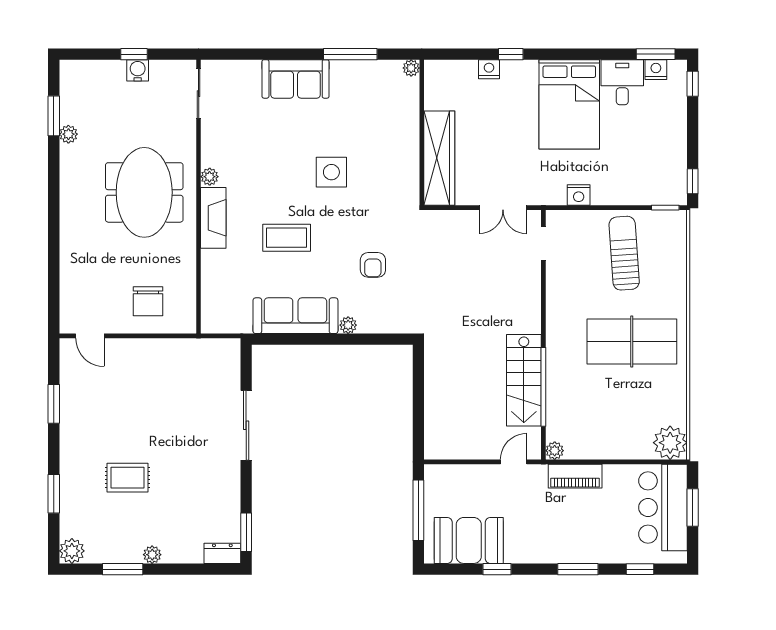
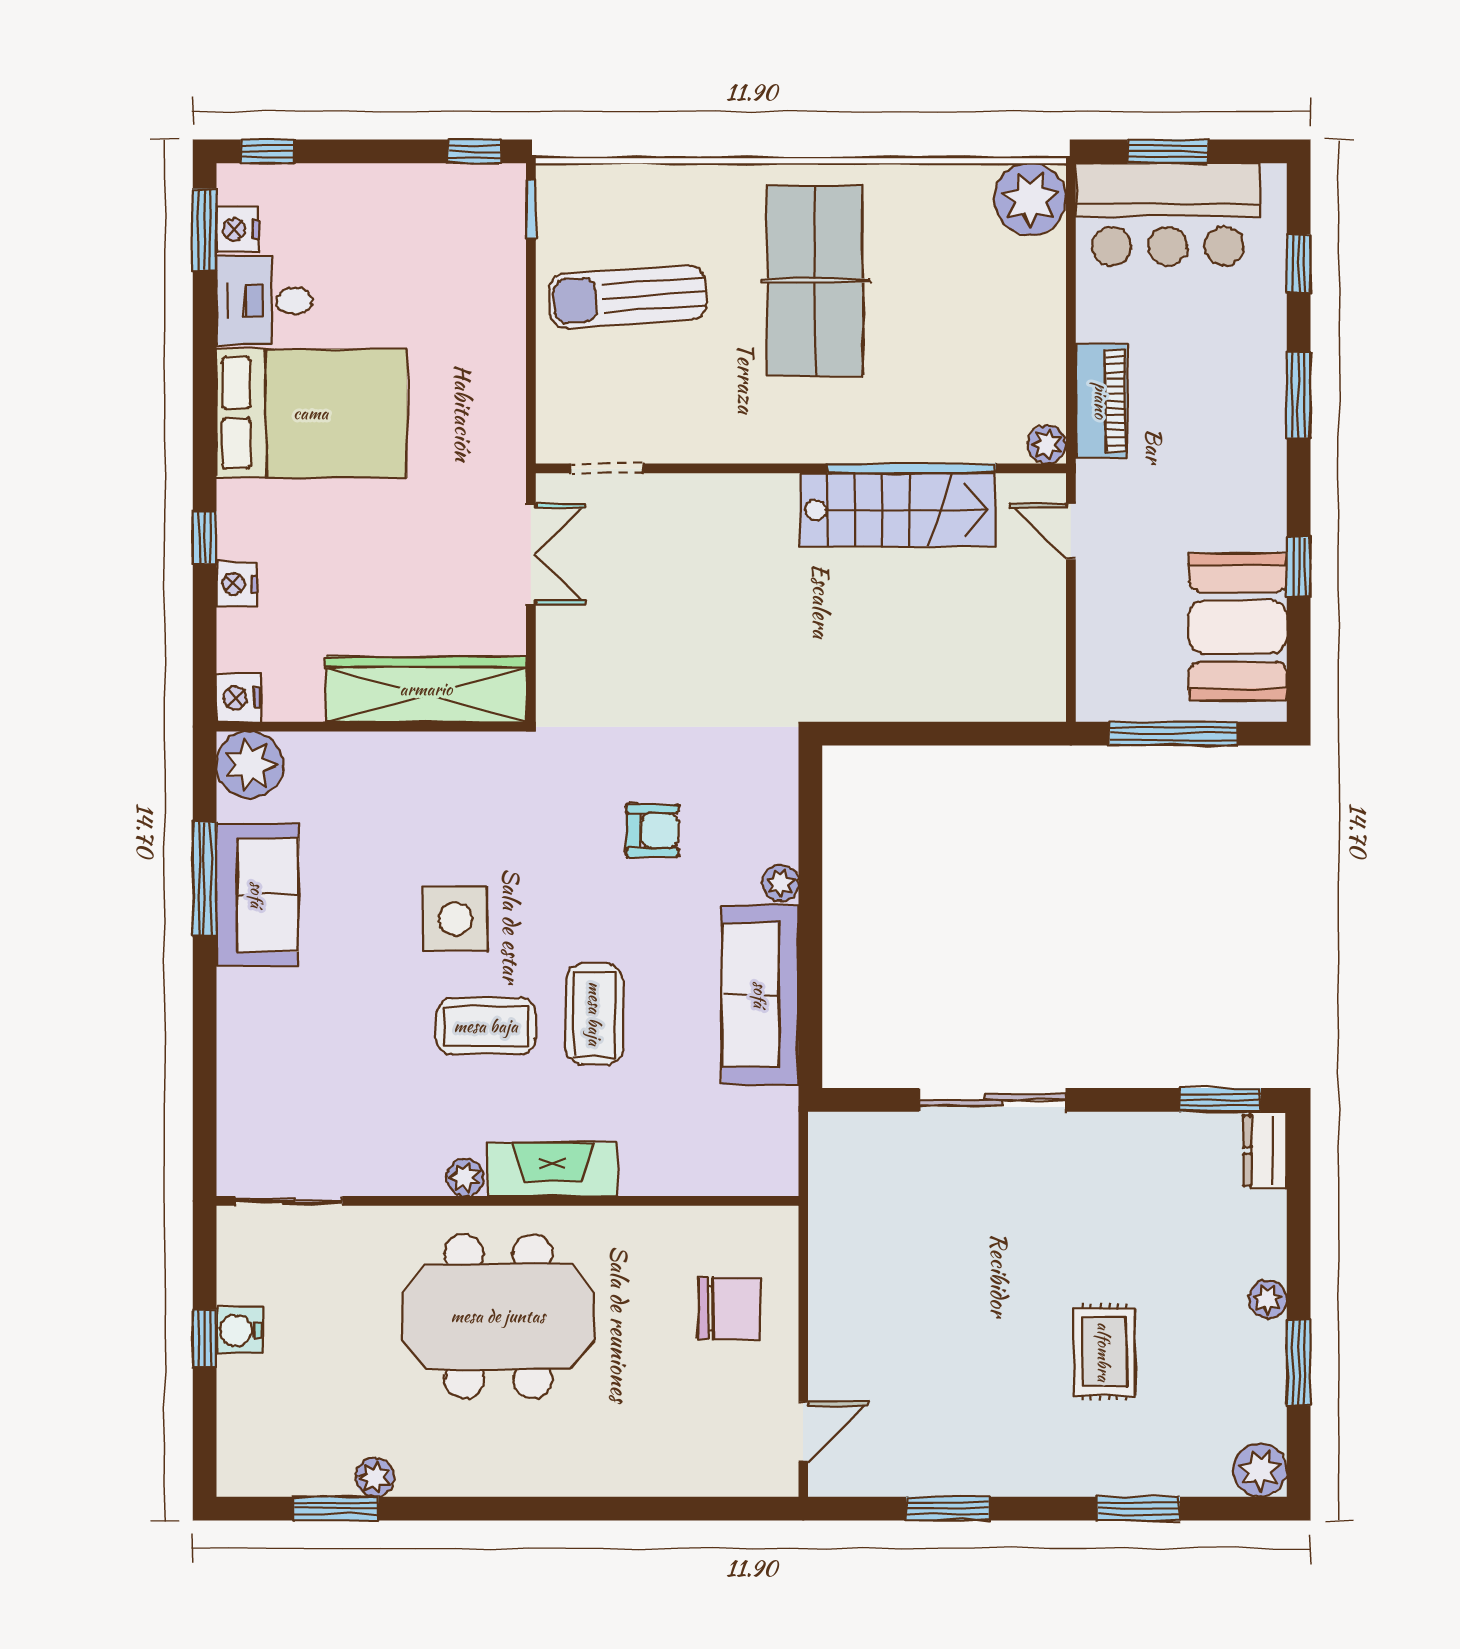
plant: (411, 68) -> (250, 765), width x1.87, depth x1.87
sofa: (296, 79) -> (257, 895), moved
coffee table: (281, 187) -> (486, 1026), added
nightstand: (579, 195) -> (238, 698), moved, turned 180

